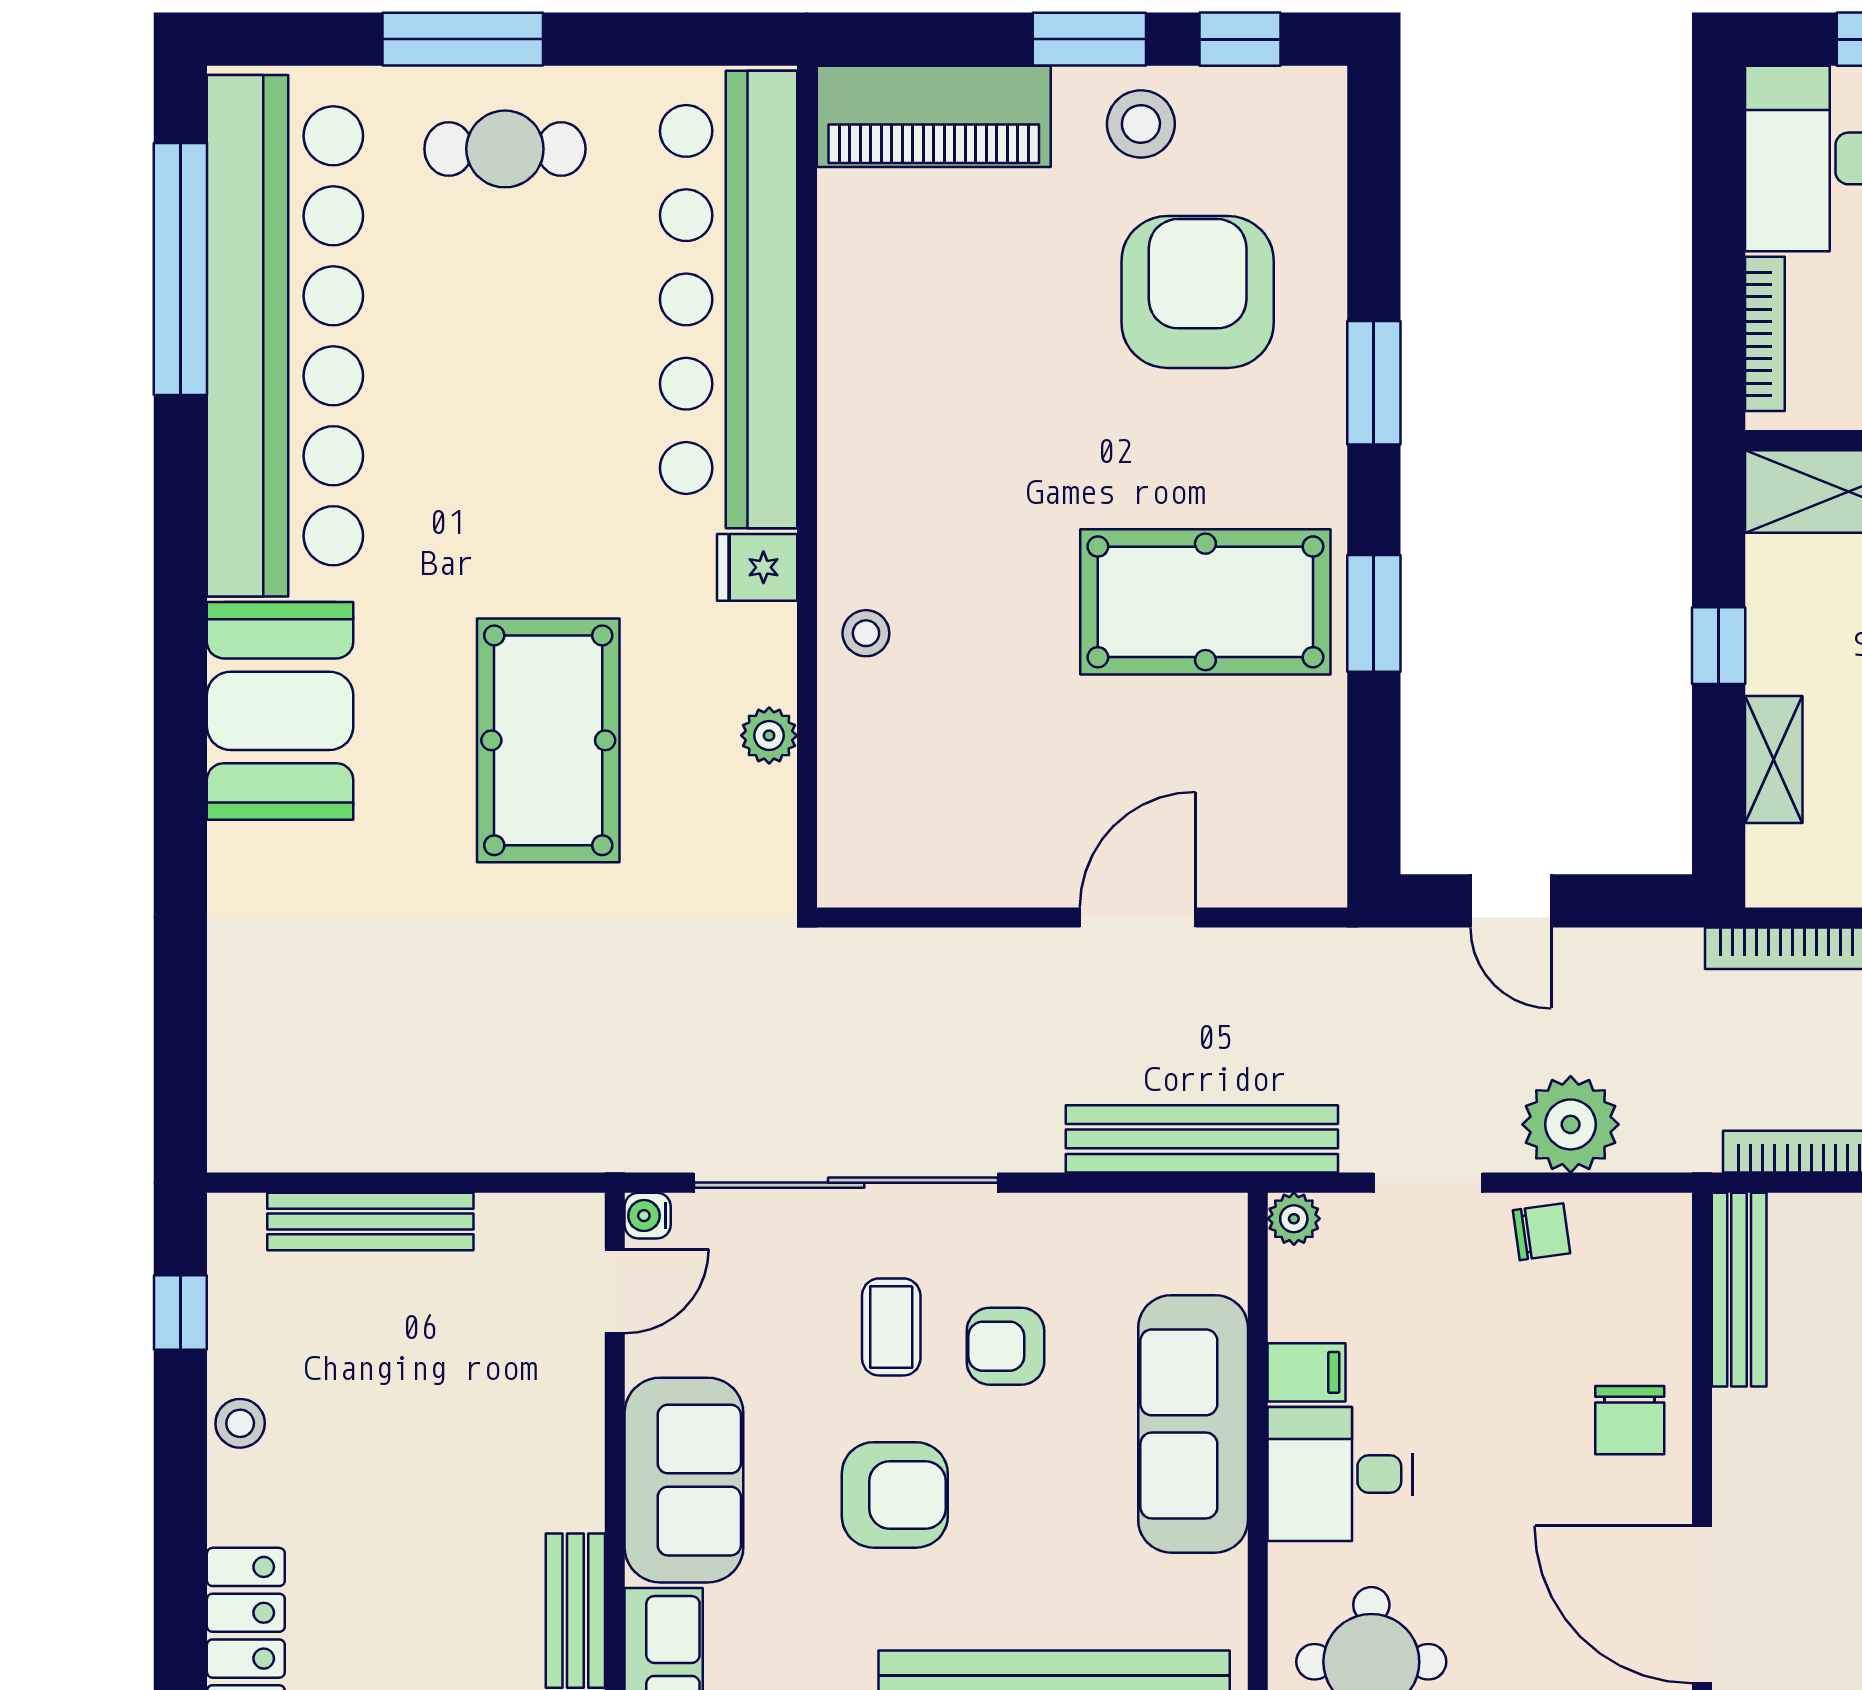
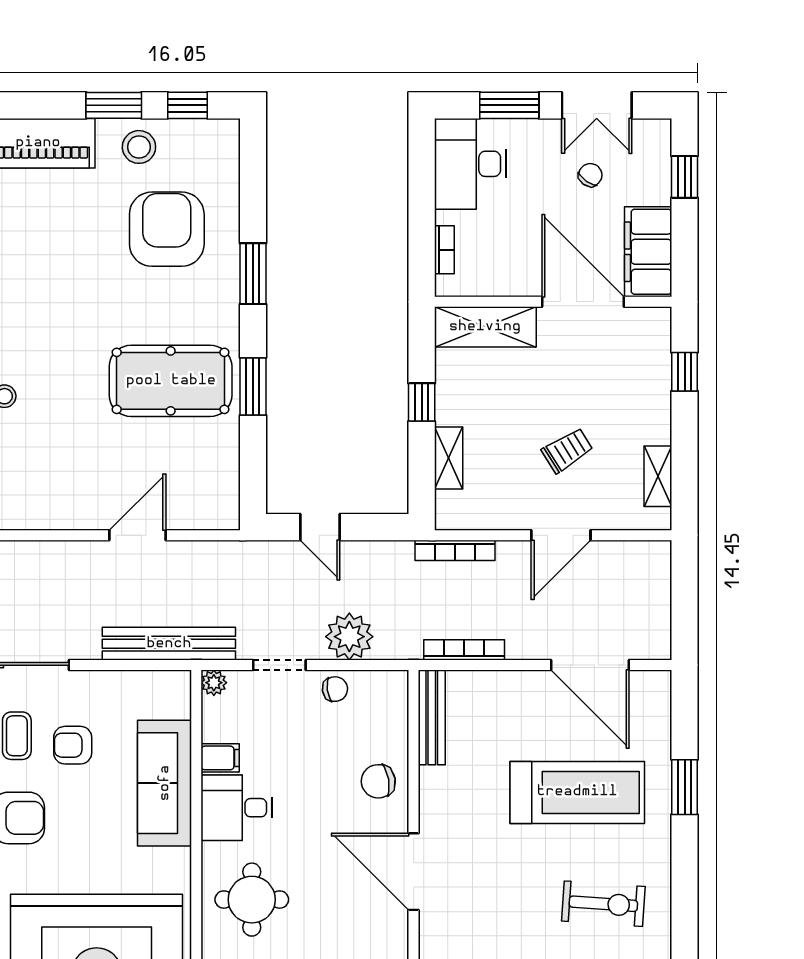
bookcase: (1765, 334) -> (444, 250), width x0.64
chair: (1630, 1420) -> (378, 781), turned 80

